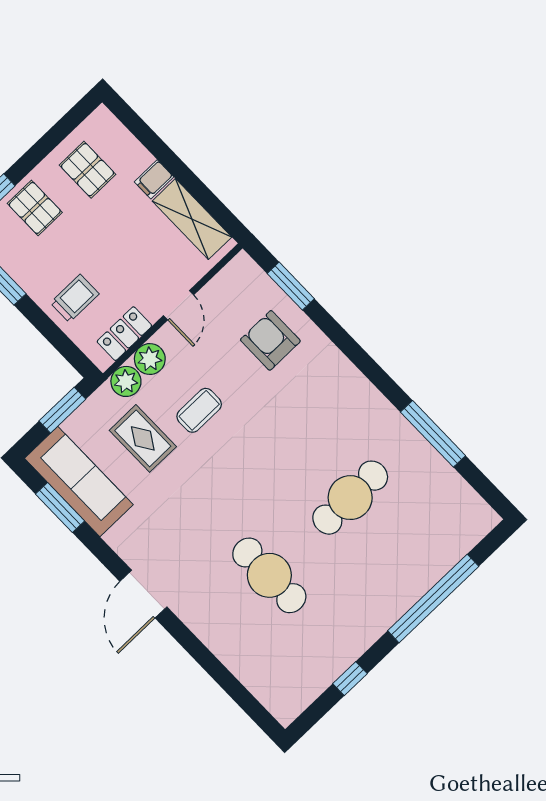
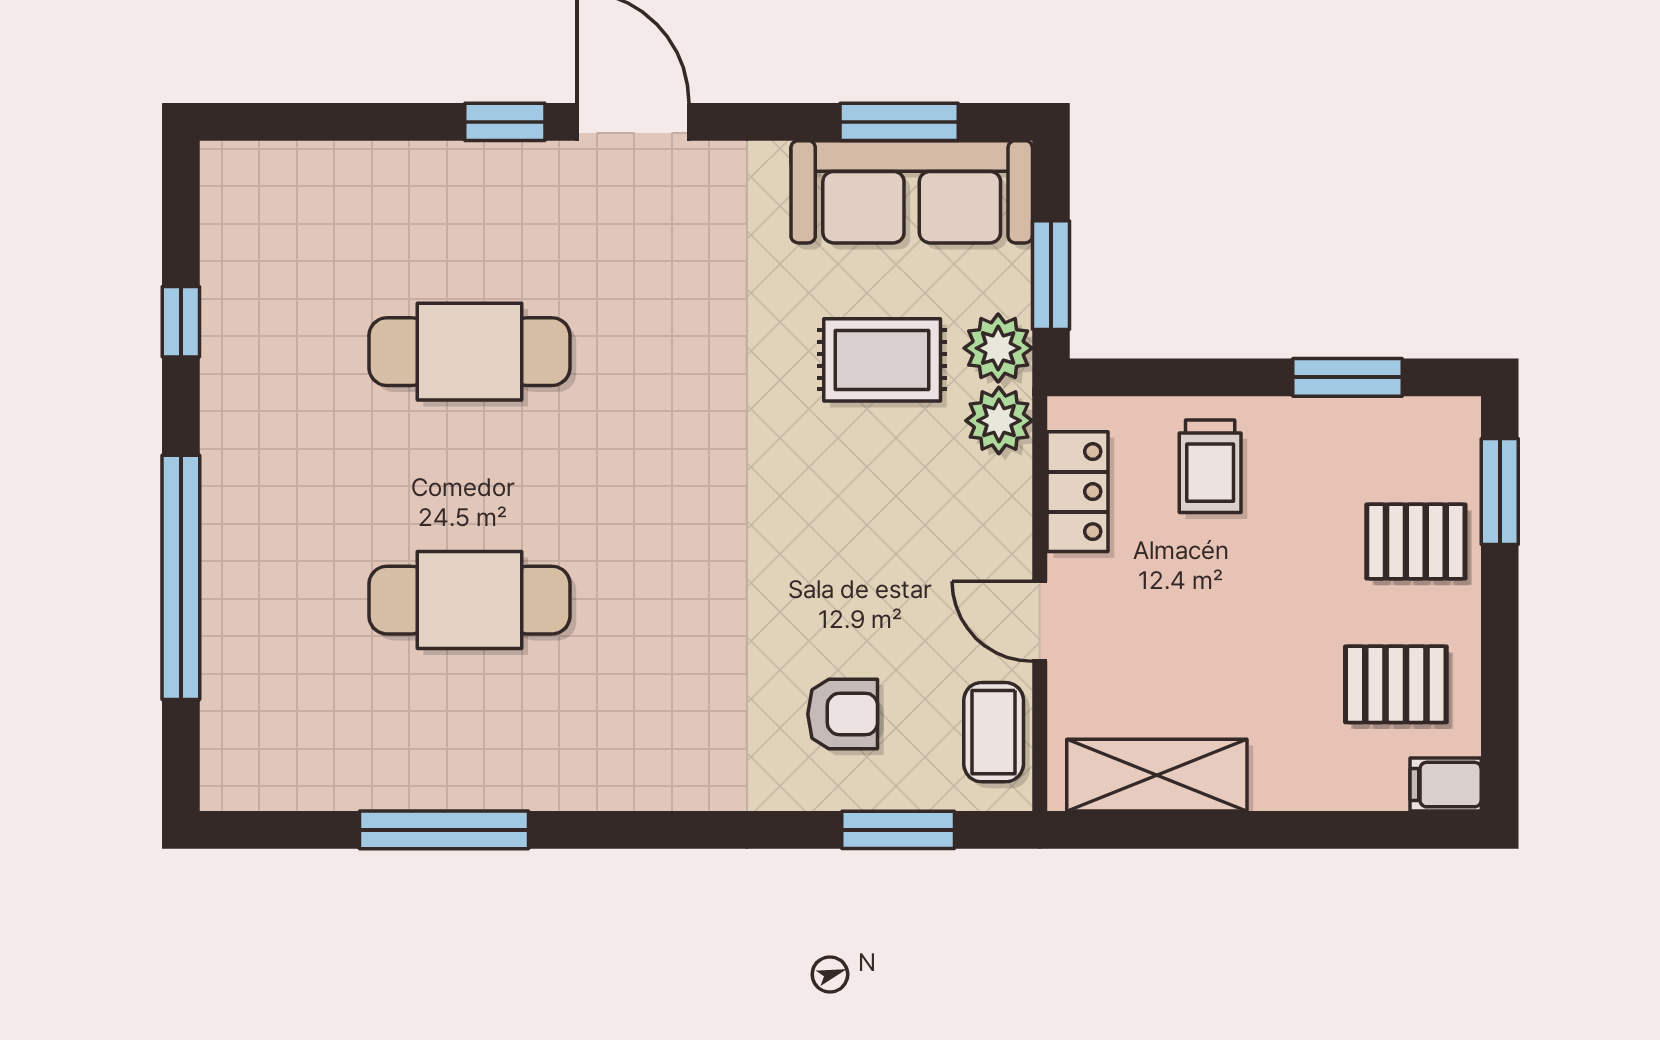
filing cabinet: (154, 179) -> (1446, 785), moved, turned -90
armchair: (270, 340) -> (843, 714), width x0.72, depth x0.72
plant: (150, 359) -> (998, 348), moved
coffee table: (199, 410) -> (994, 732), moved
cafe table: (350, 498) -> (469, 600), turned 90
window: (183, 636) -> (505, 122), added

